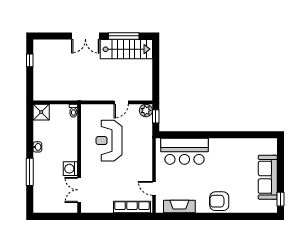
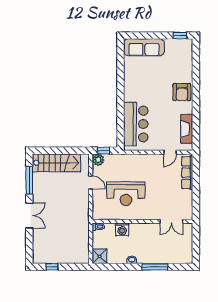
stairs: (126, 49) -> (56, 163), moved, turned 90
washing machine: (70, 169) -> (122, 229), moved
sofa: (268, 177) -> (144, 47), moved

